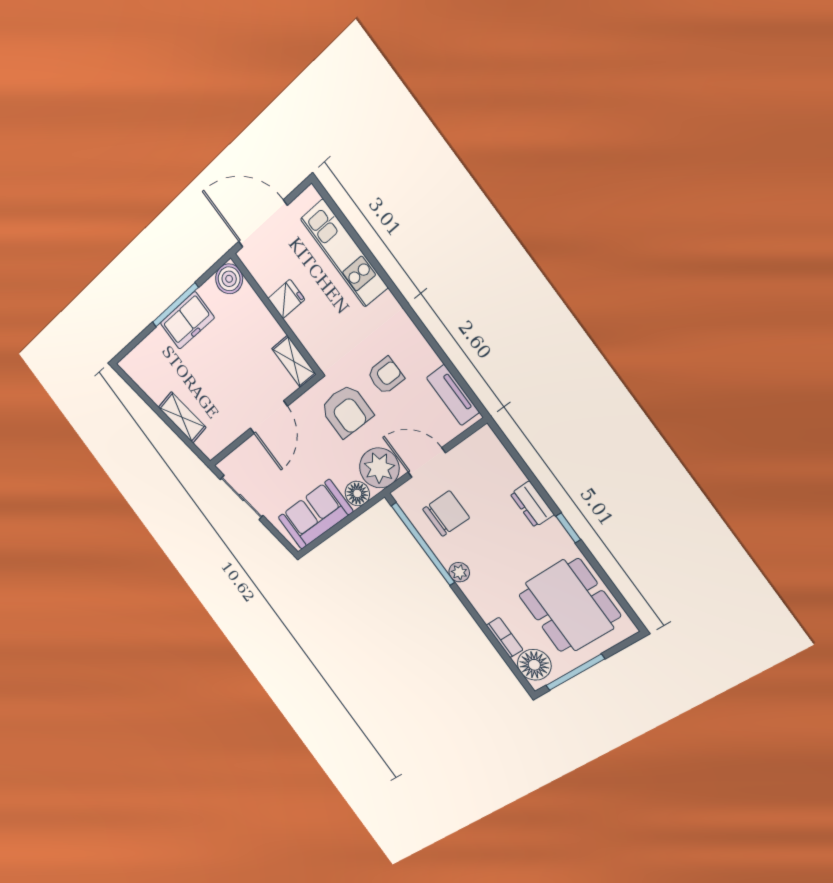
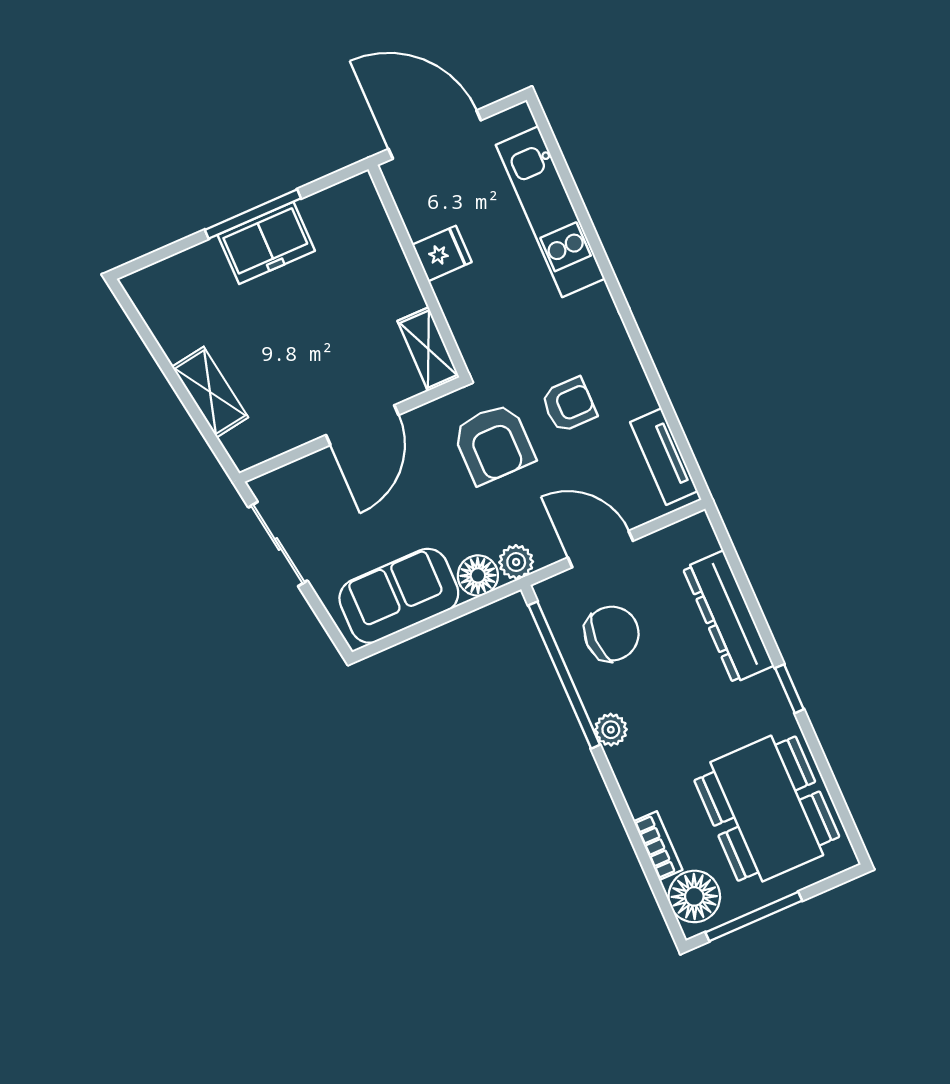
boiler: (229, 279) -> (357, 199), removed
plant: (379, 468) -> (516, 562), width x0.53, depth x0.53
dresser: (532, 504) -> (728, 617), width x1.96, depth x1.24

